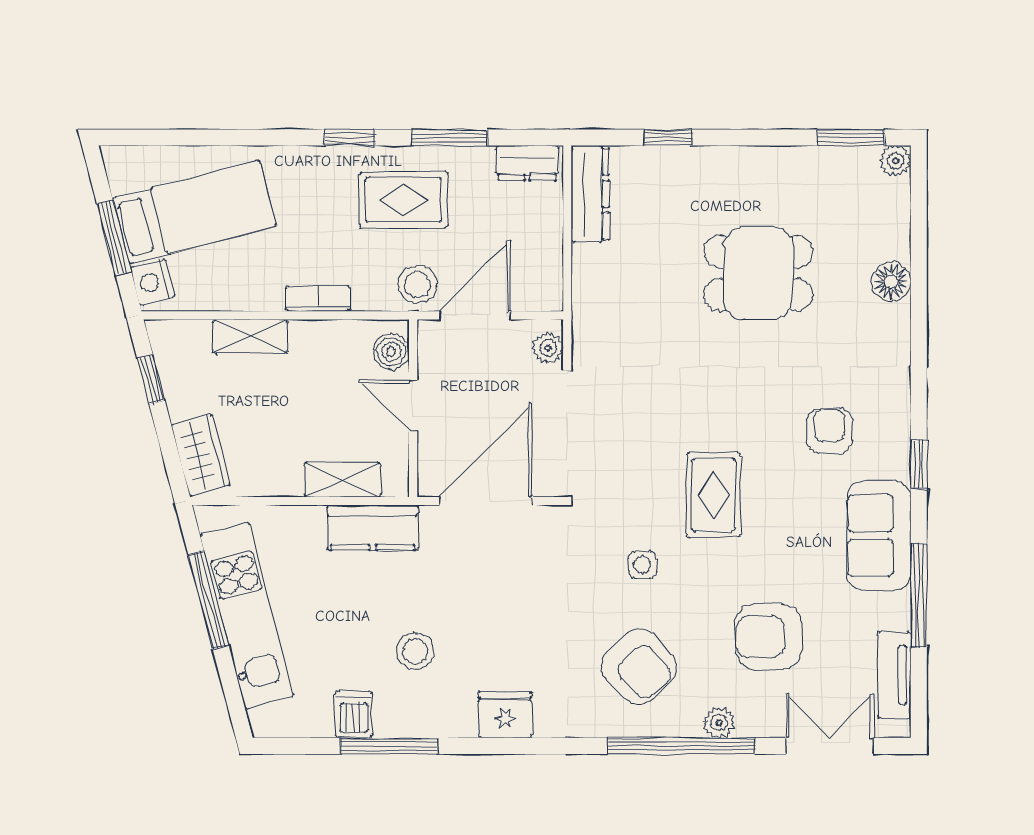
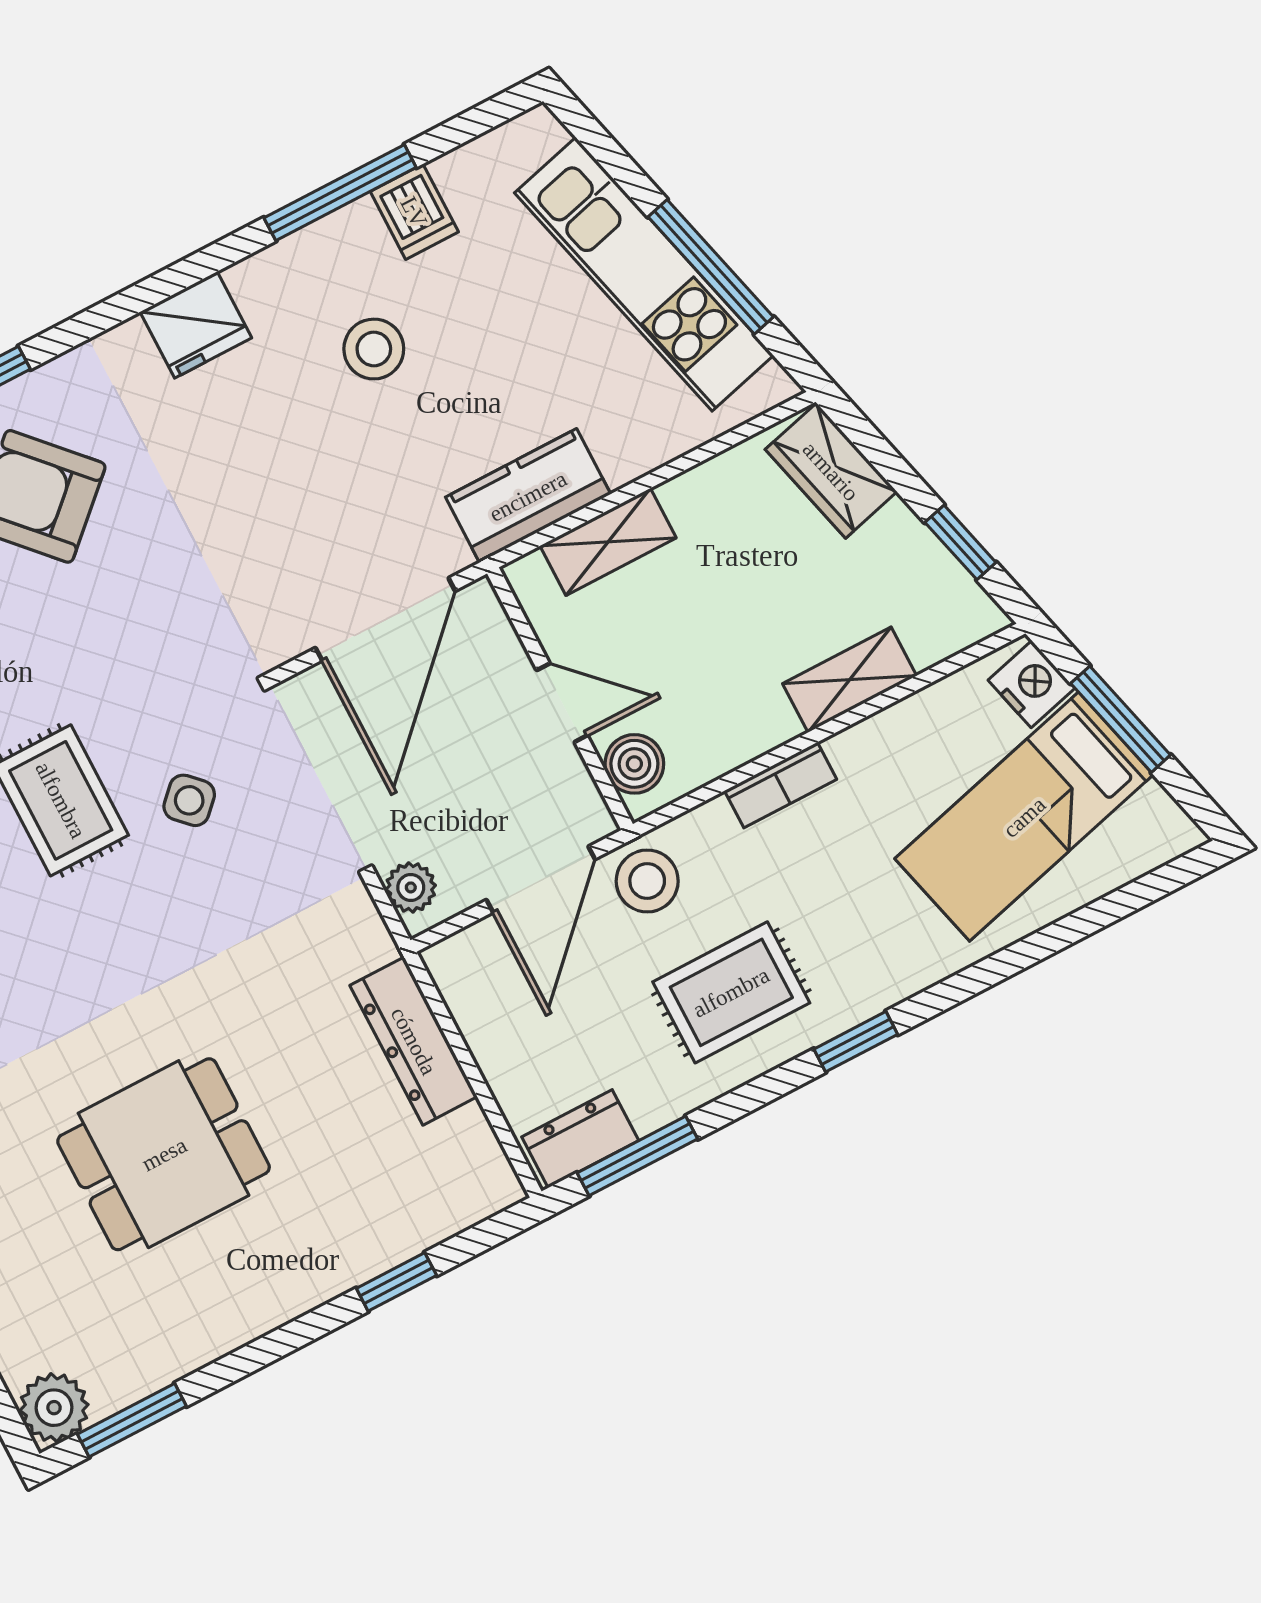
window: (450, 138) -> (637, 1156), moved
plant: (896, 161) -> (54, 1408), width x1.38, depth x1.38
dresser: (590, 194) -> (414, 1041), moved
side table: (642, 565) -> (189, 800), moved, turned 45

